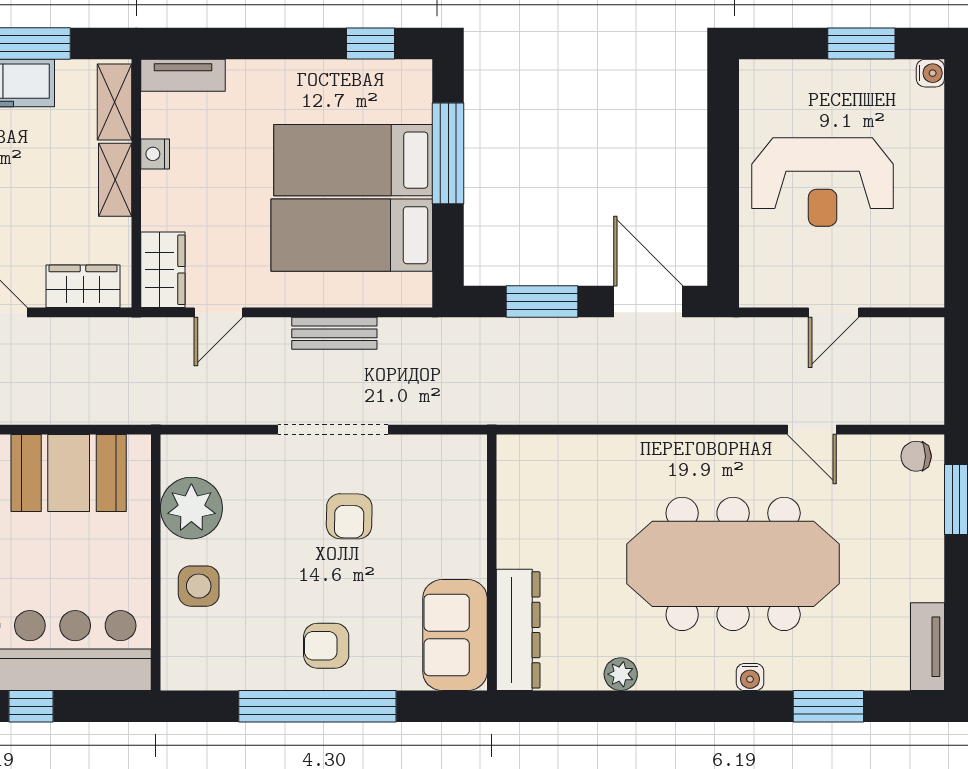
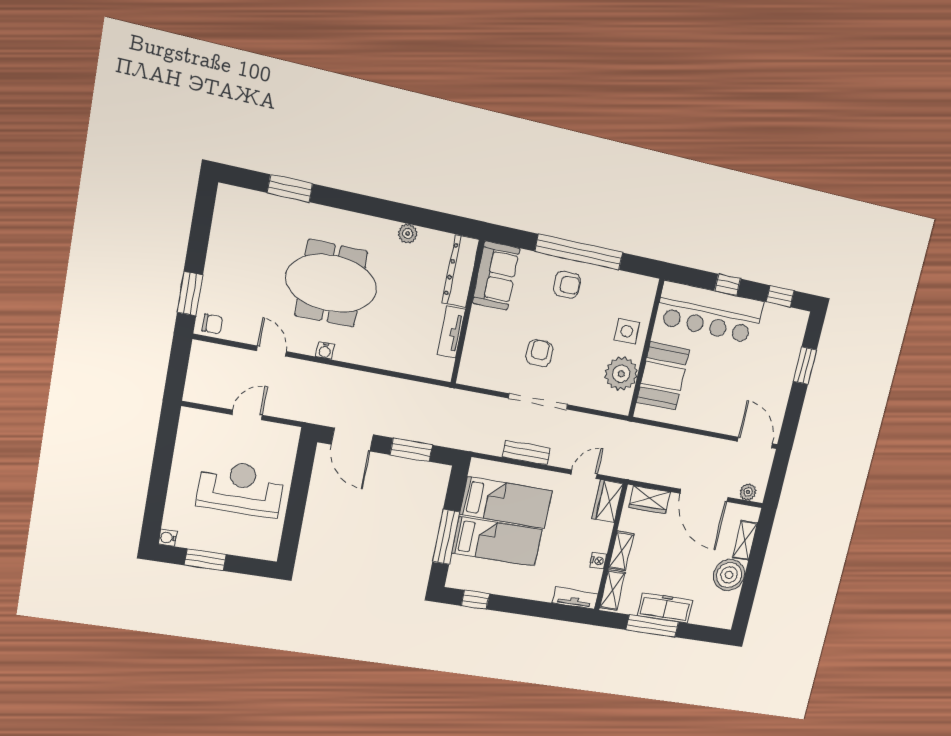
booth: (69, 473) -> (663, 376), moved, turned 90
meeting table: (733, 564) -> (331, 283), width x0.73
tv unit: (927, 647) -> (451, 332), moved, turned 180
water cooler: (750, 677) -> (325, 350), moved, turned 180

